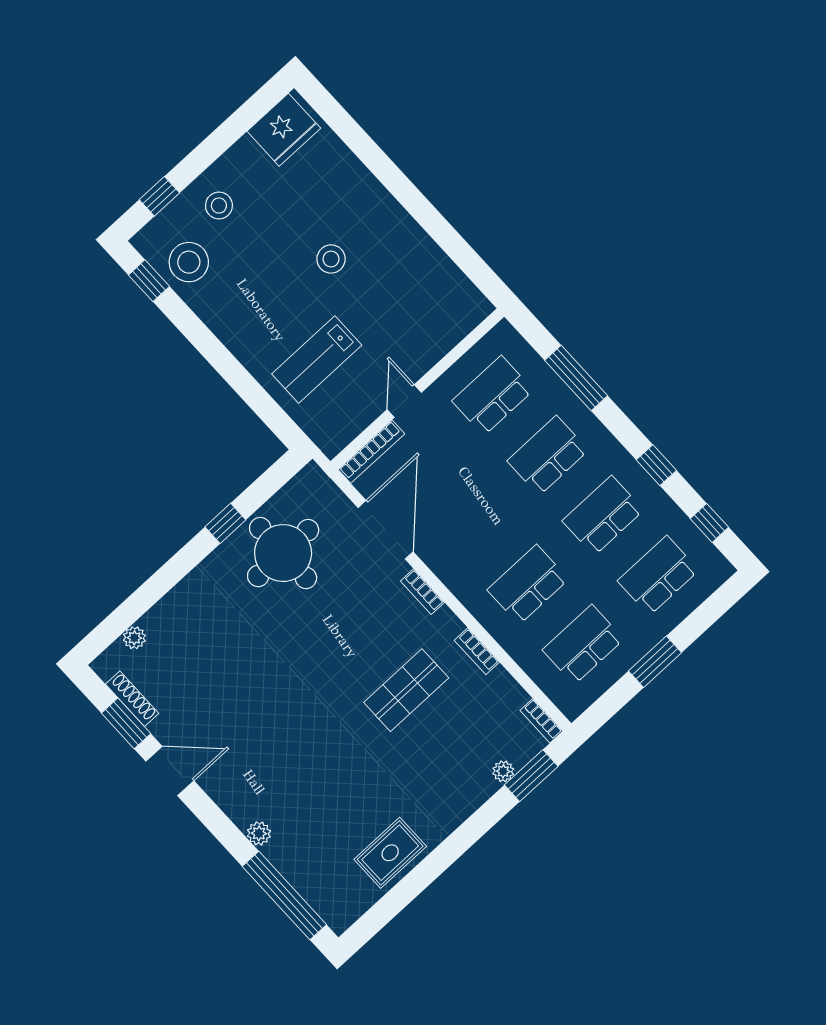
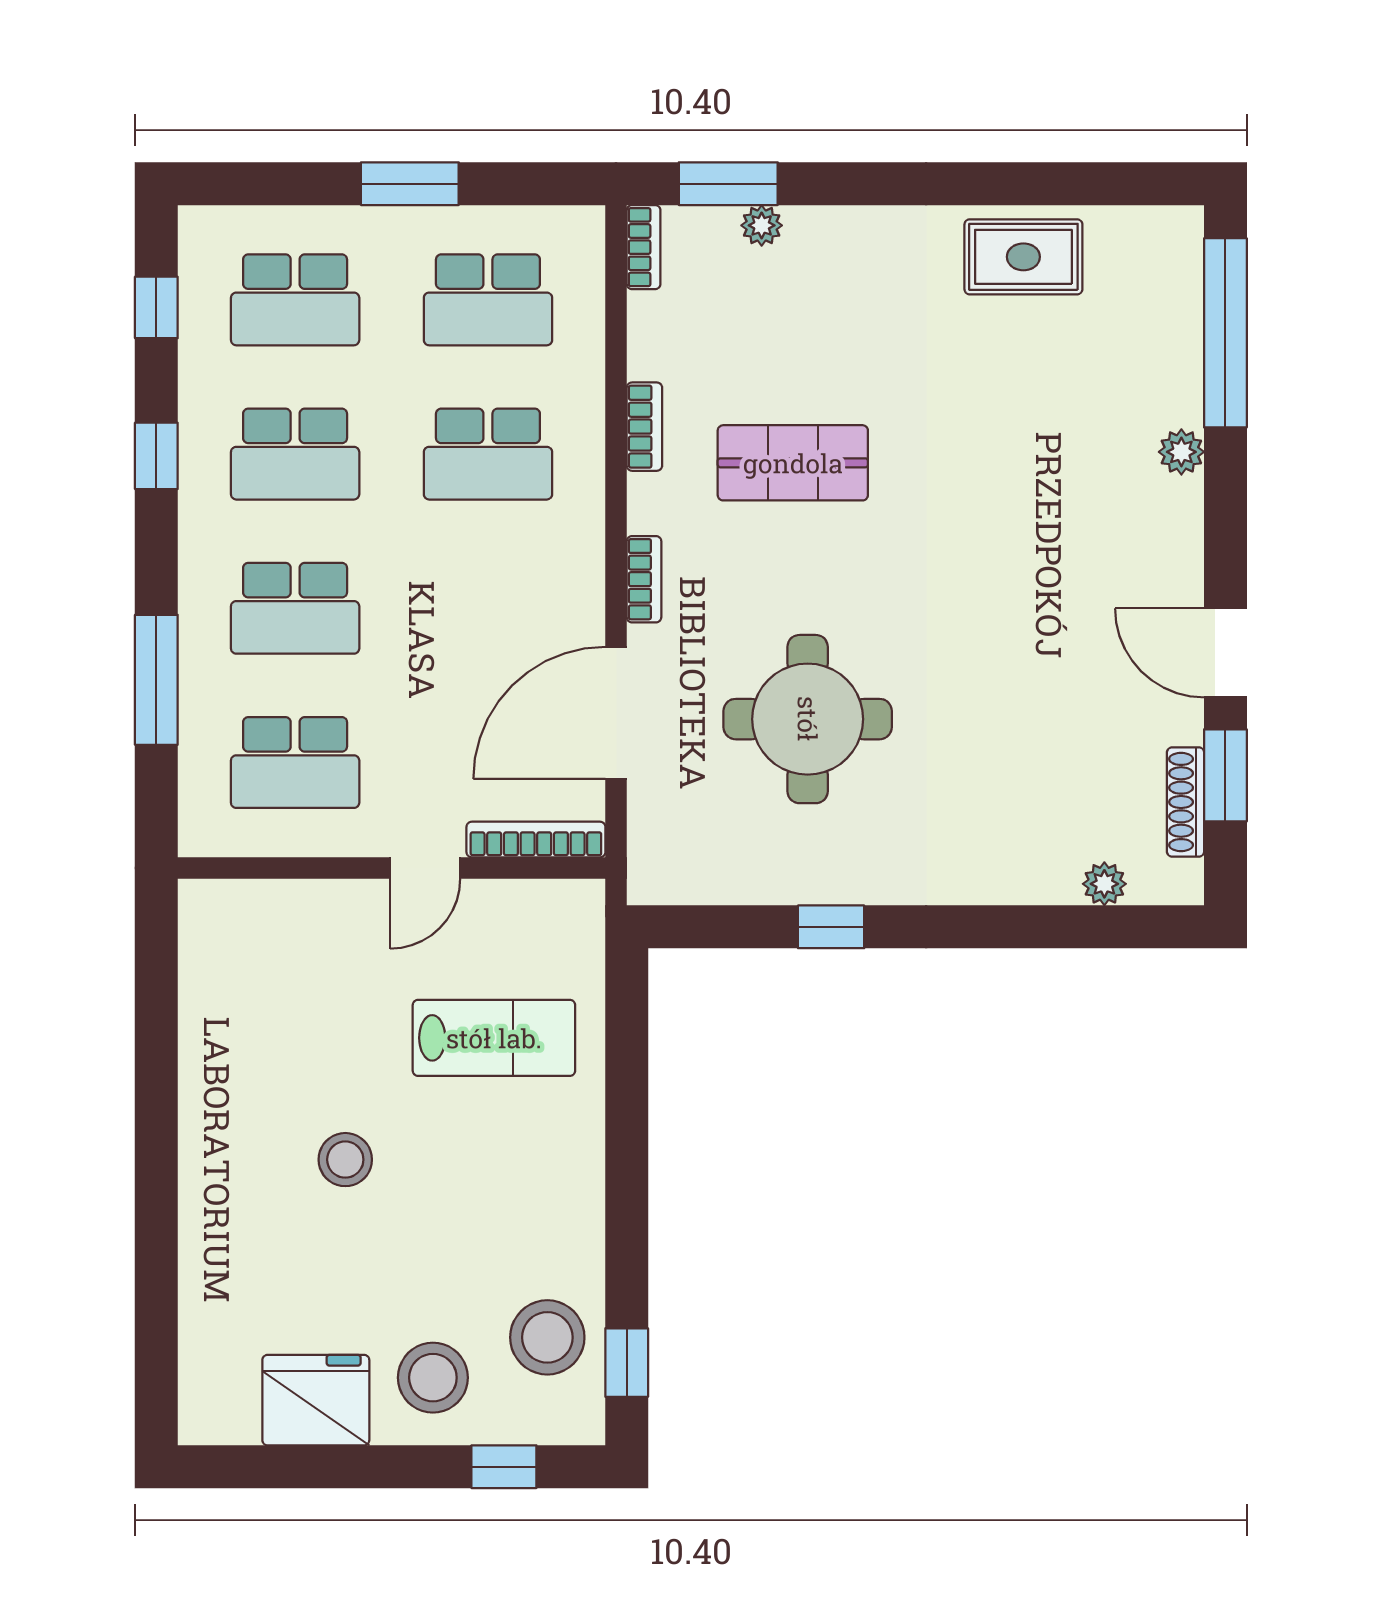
fridge: (284, 130) -> (316, 1400), moved
stool: (219, 206) -> (433, 1378), width x1.38, depth x1.38
round table: (283, 553) -> (808, 719), moved

